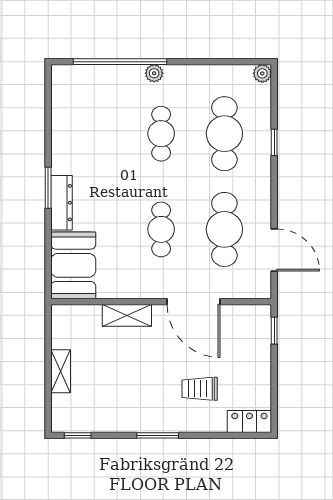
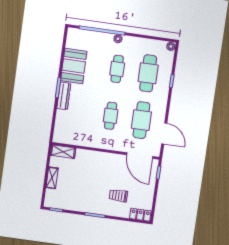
booth: (73, 265) -> (74, 66), moved
door: (193, 302) -> (140, 156), moved
shelving: (127, 315) -> (63, 152), moved

